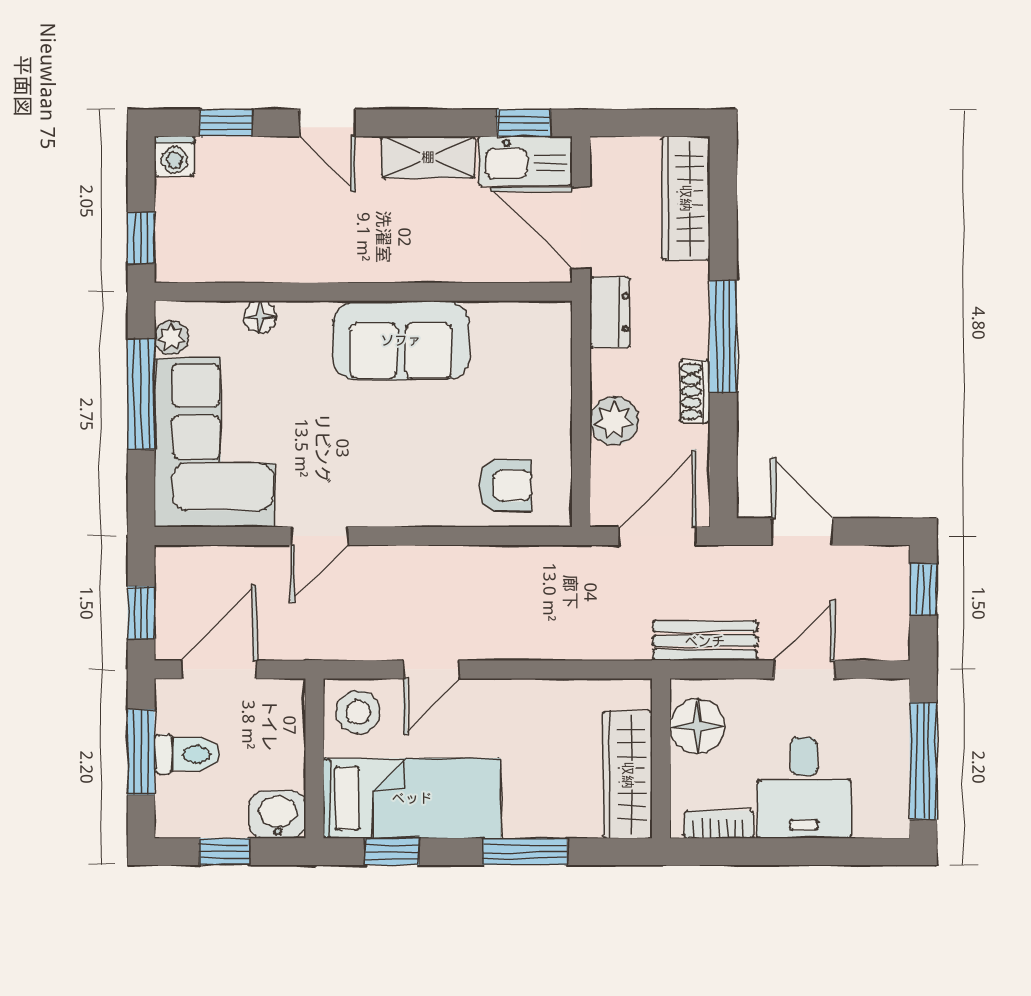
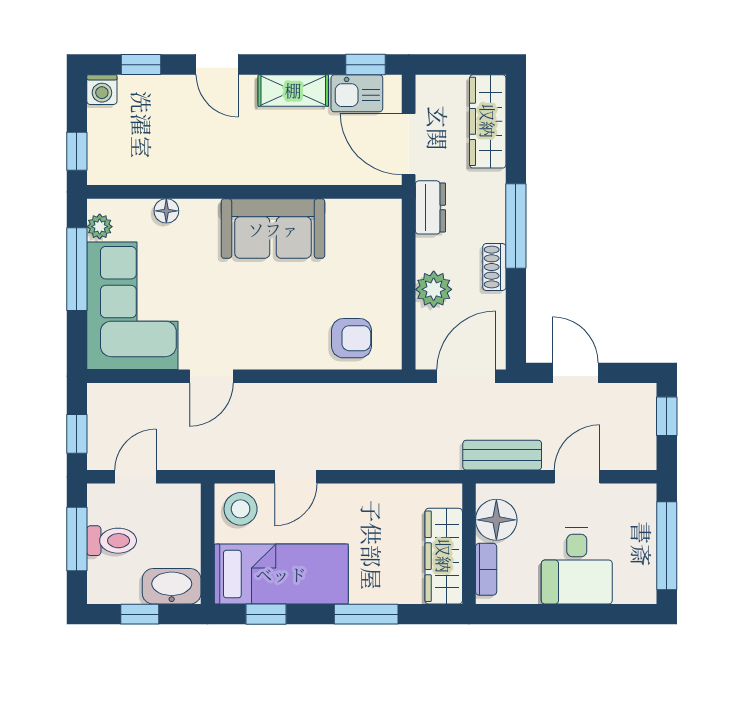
kitchen sink: (525, 161) -> (357, 93), width x0.73
door: (219, 669) -> (136, 477), width x0.73
washbasin: (278, 815) -> (172, 586), width x1.38
bookcase: (719, 824) -> (486, 569), moved, turned 90

